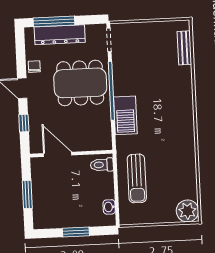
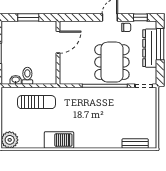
barbecue: (125, 115) -> (59, 140), moved, turned 180
window: (24, 123) -> (140, 17), moved
toilet: (102, 165) -> (27, 76), moved
sun lounger: (137, 178) -> (37, 102), turned 180

